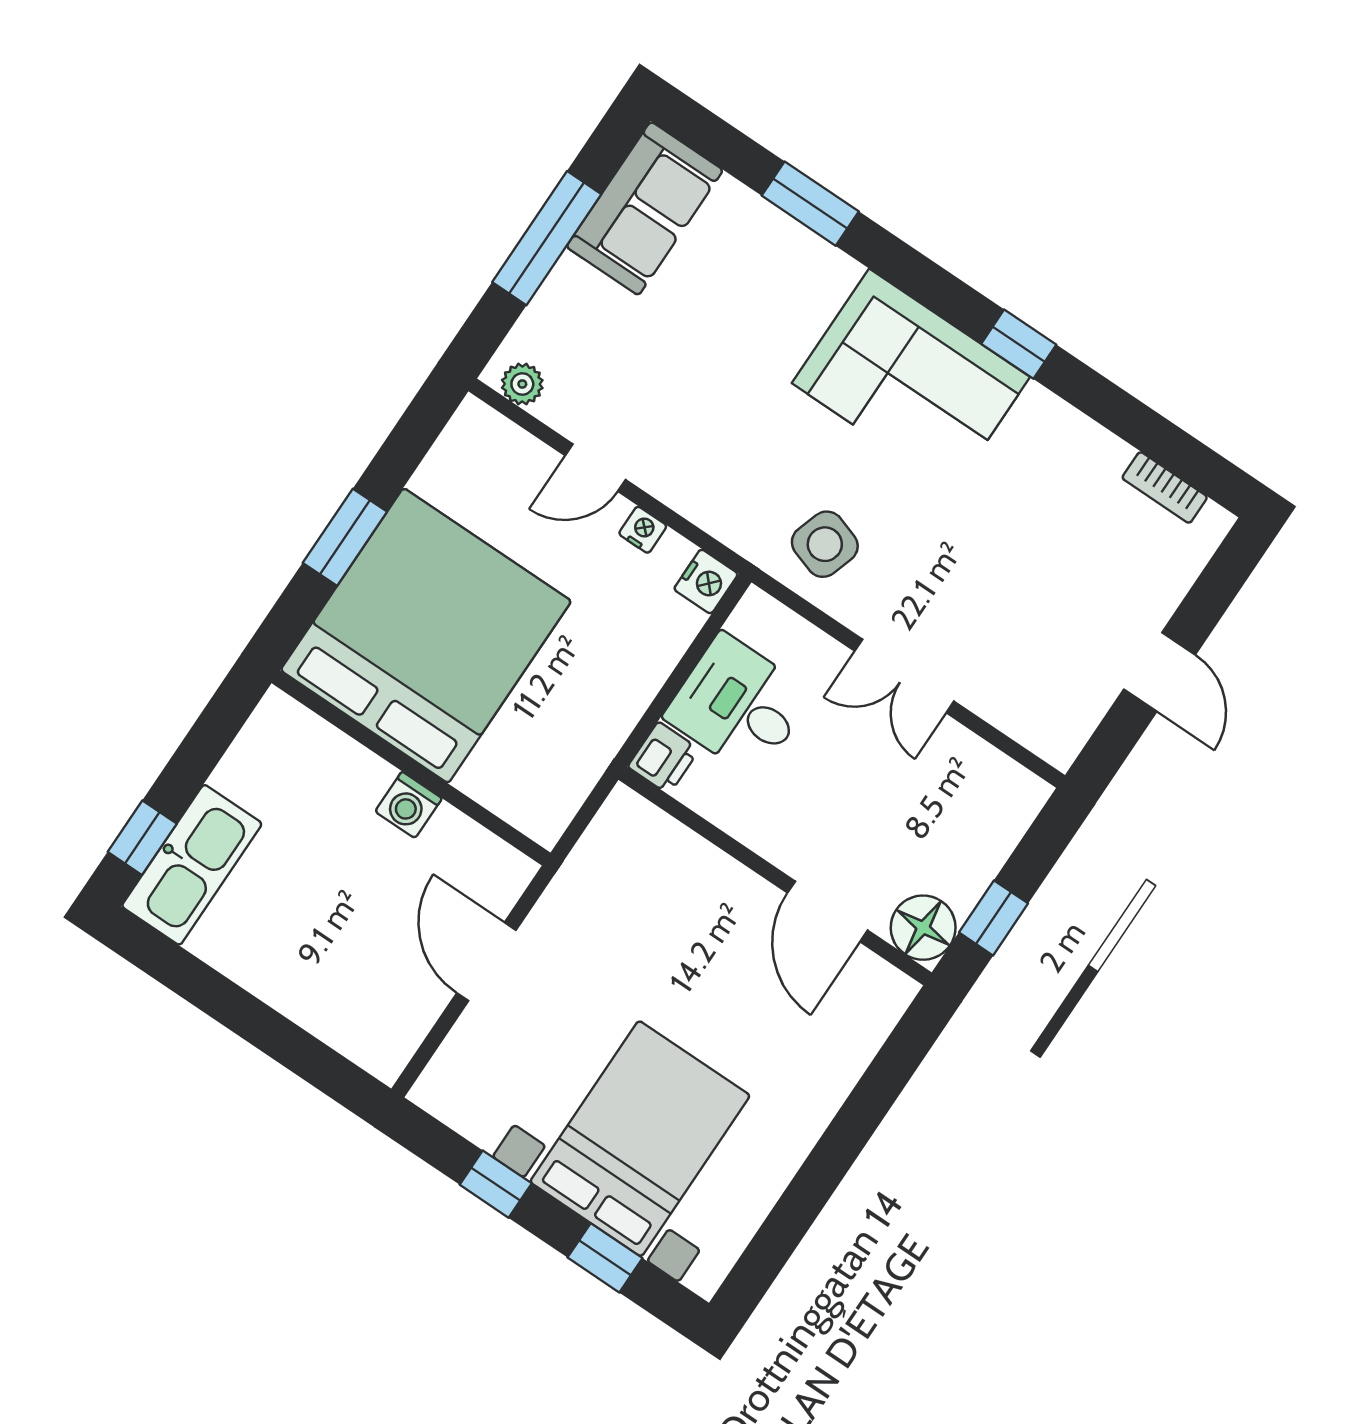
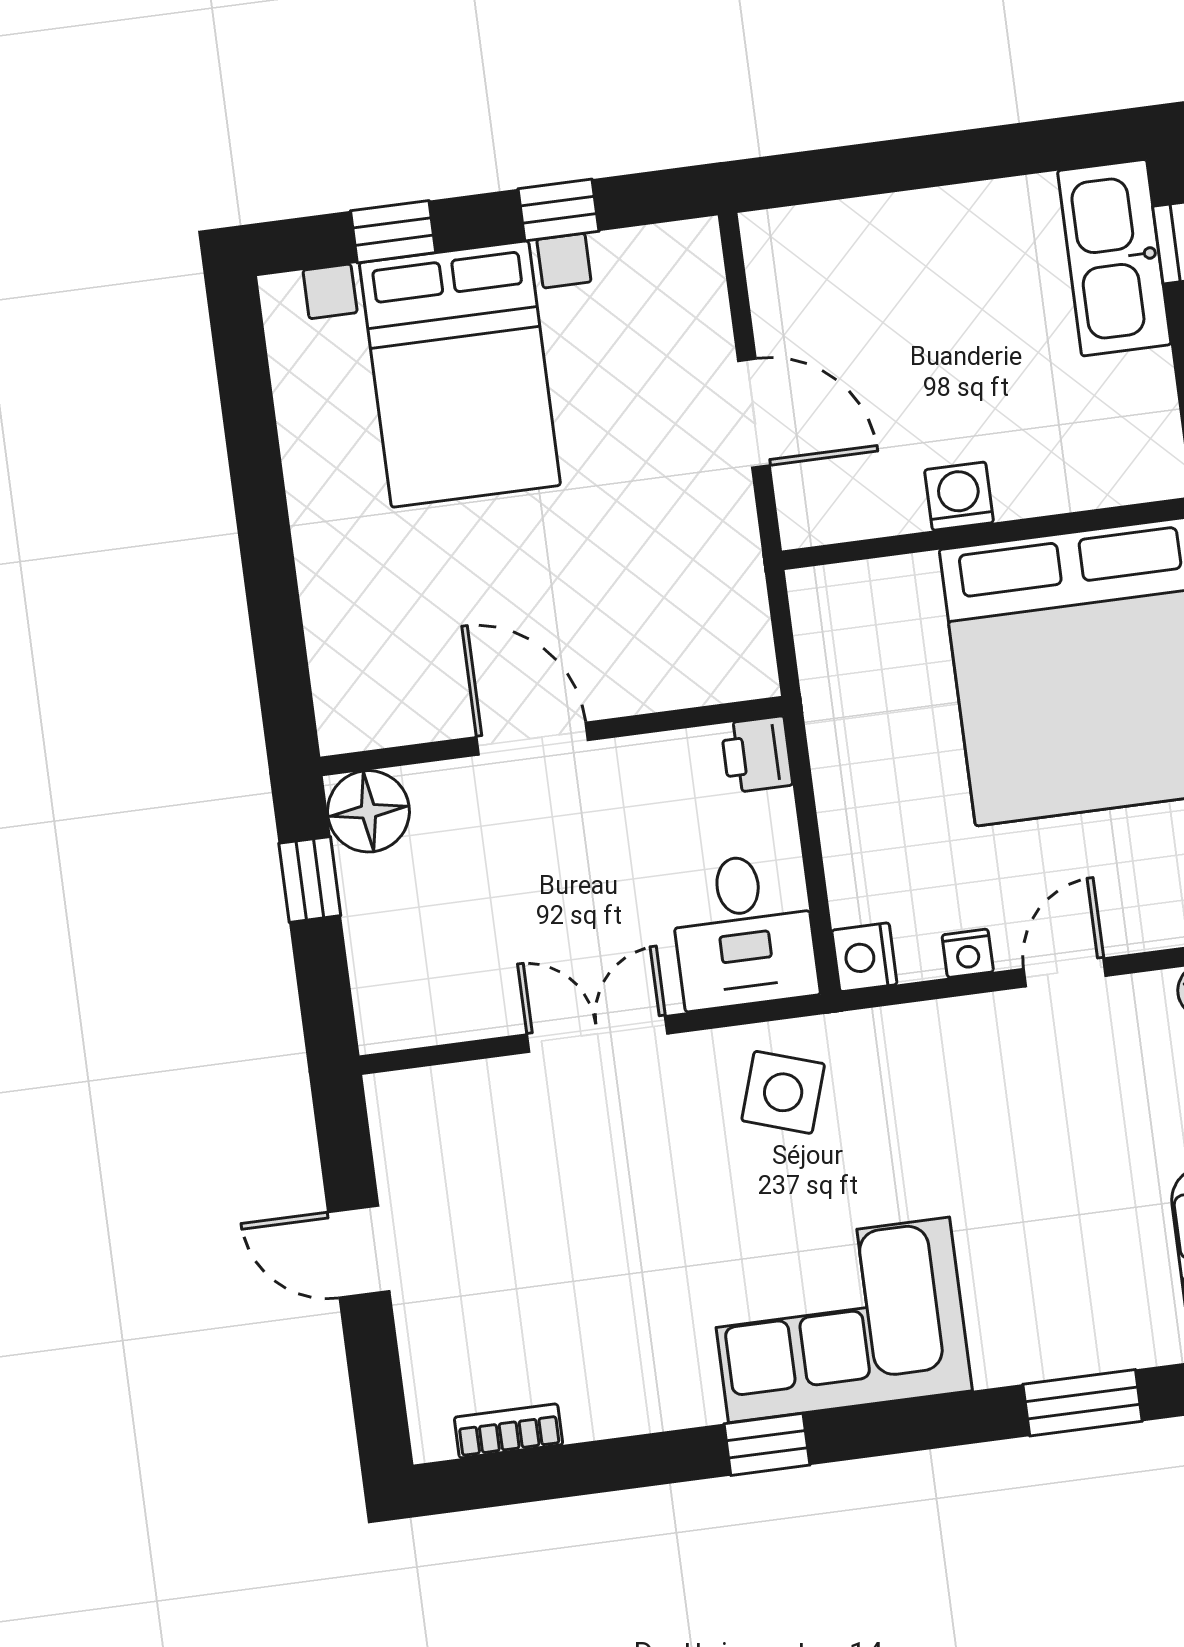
desk: (739, 705) -> (743, 931), moved, turned 90
door: (828, 912) -> (532, 739), moved

